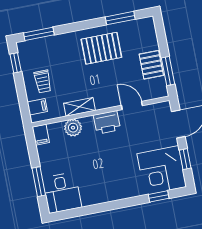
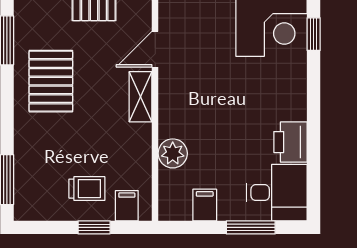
window: (16, 63) -> (94, 227), moved
shelving: (79, 107) -> (141, 97), moved
printer: (107, 122) -> (290, 142), moved, turned 180
filing cabinet: (41, 135) -> (205, 205), moved, turned -90

